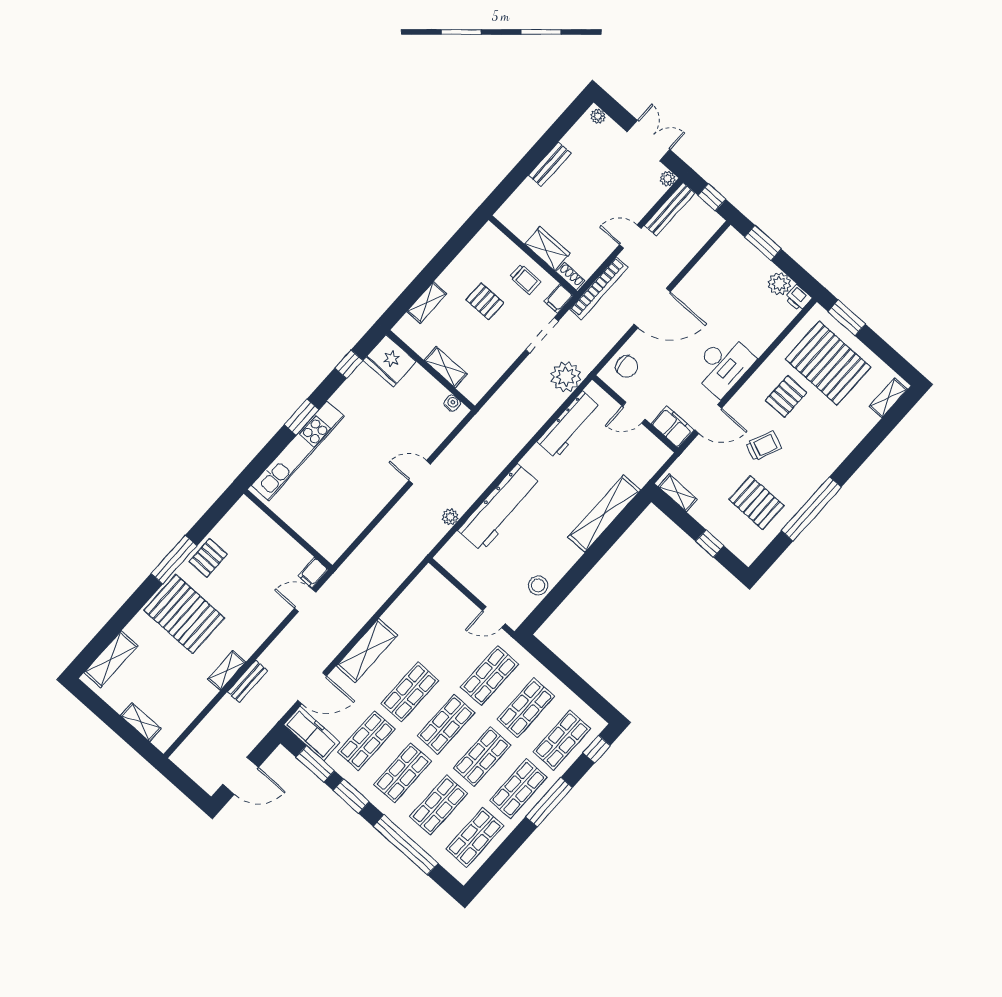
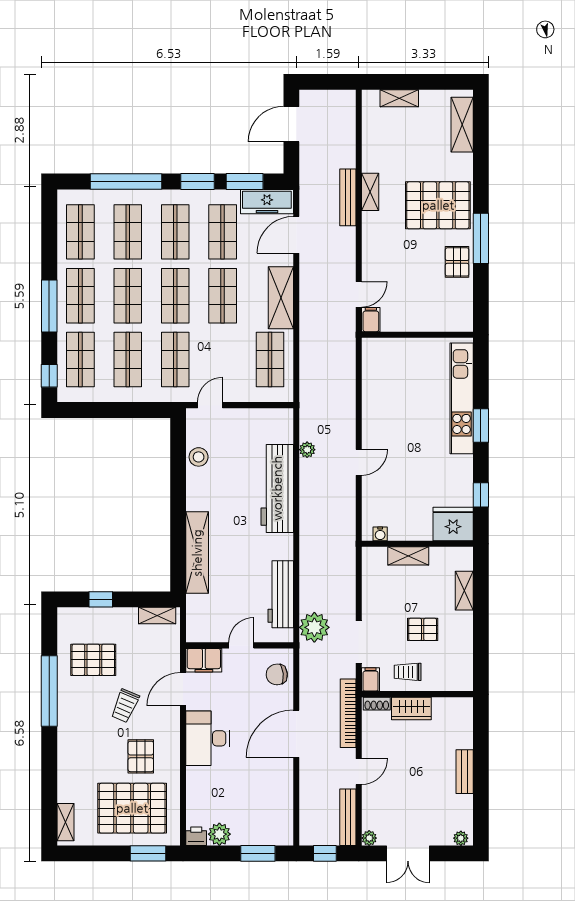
shop shelf: (417, 611) -> (270, 360), added
bench: (247, 681) -> (348, 197), width x1.36

